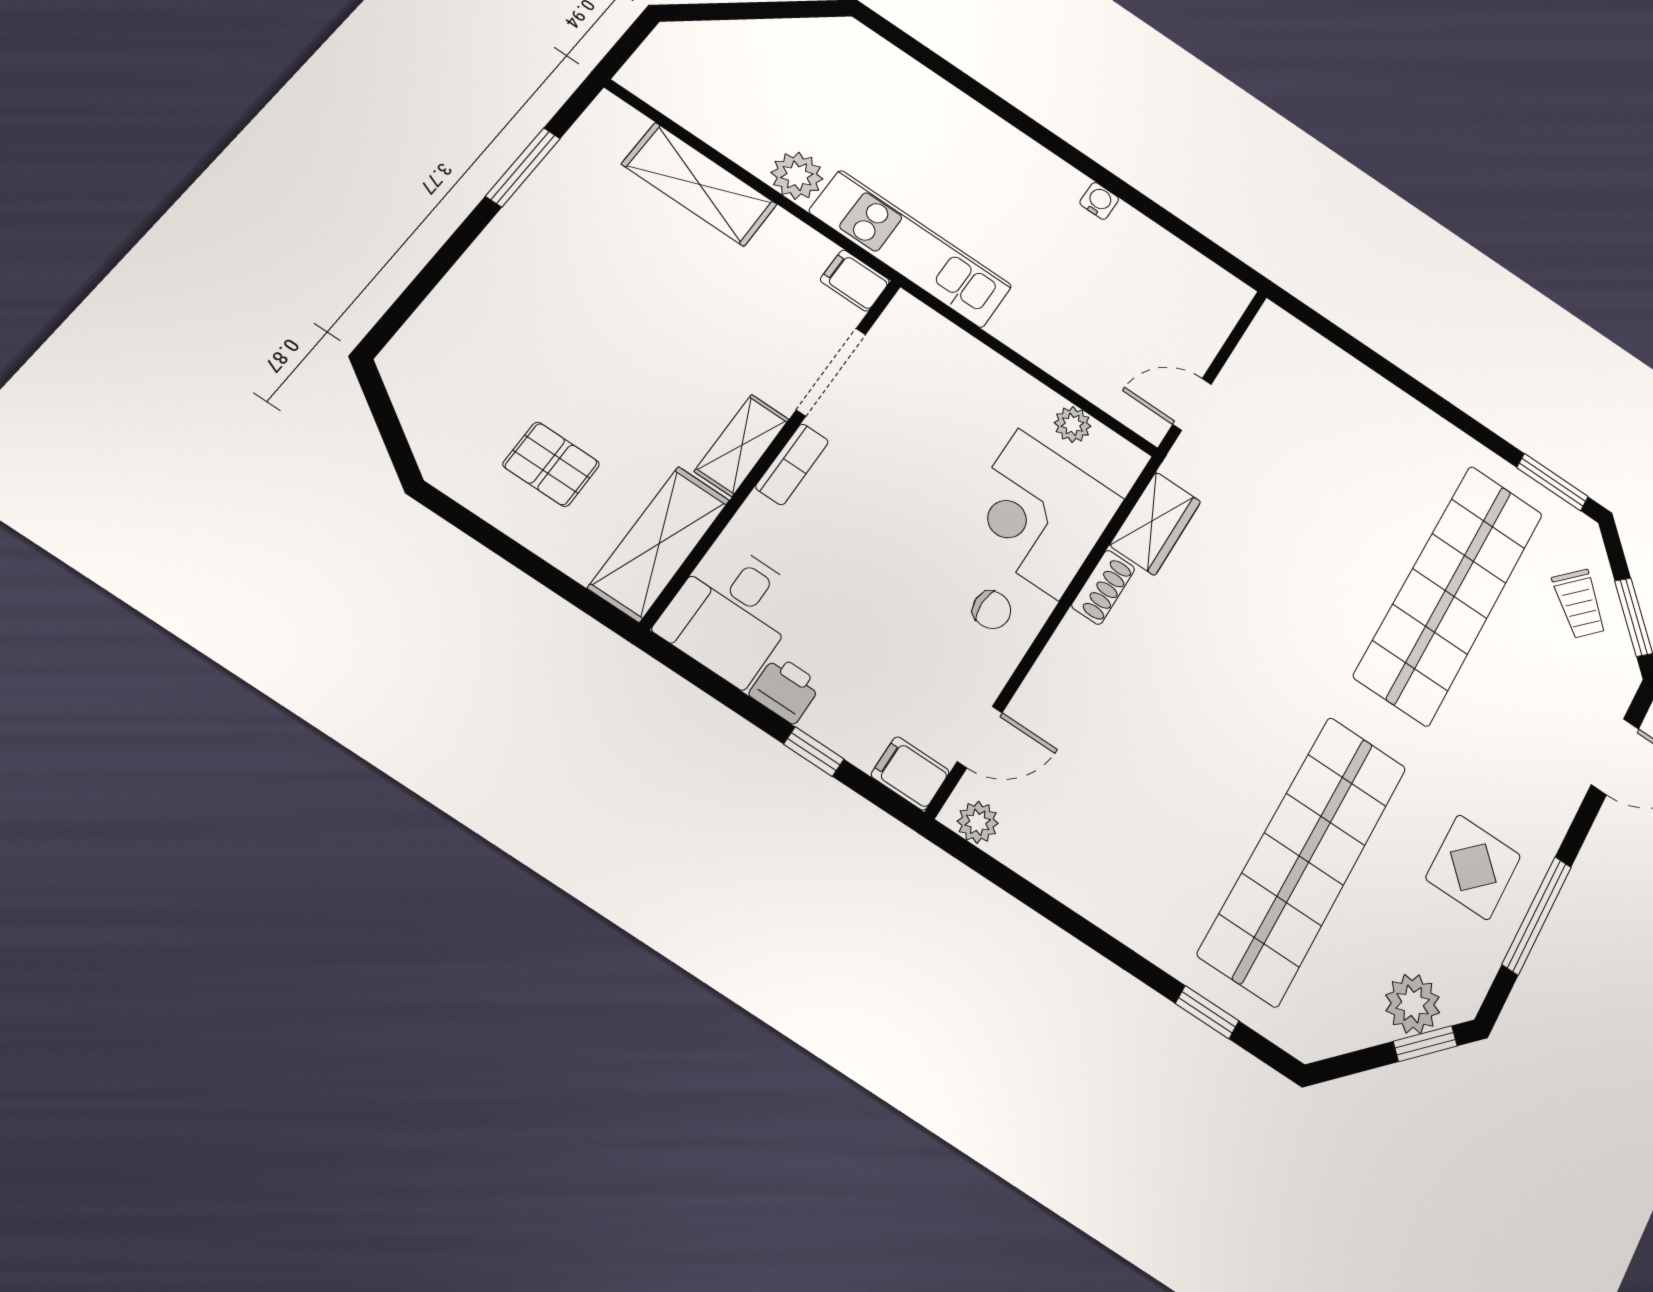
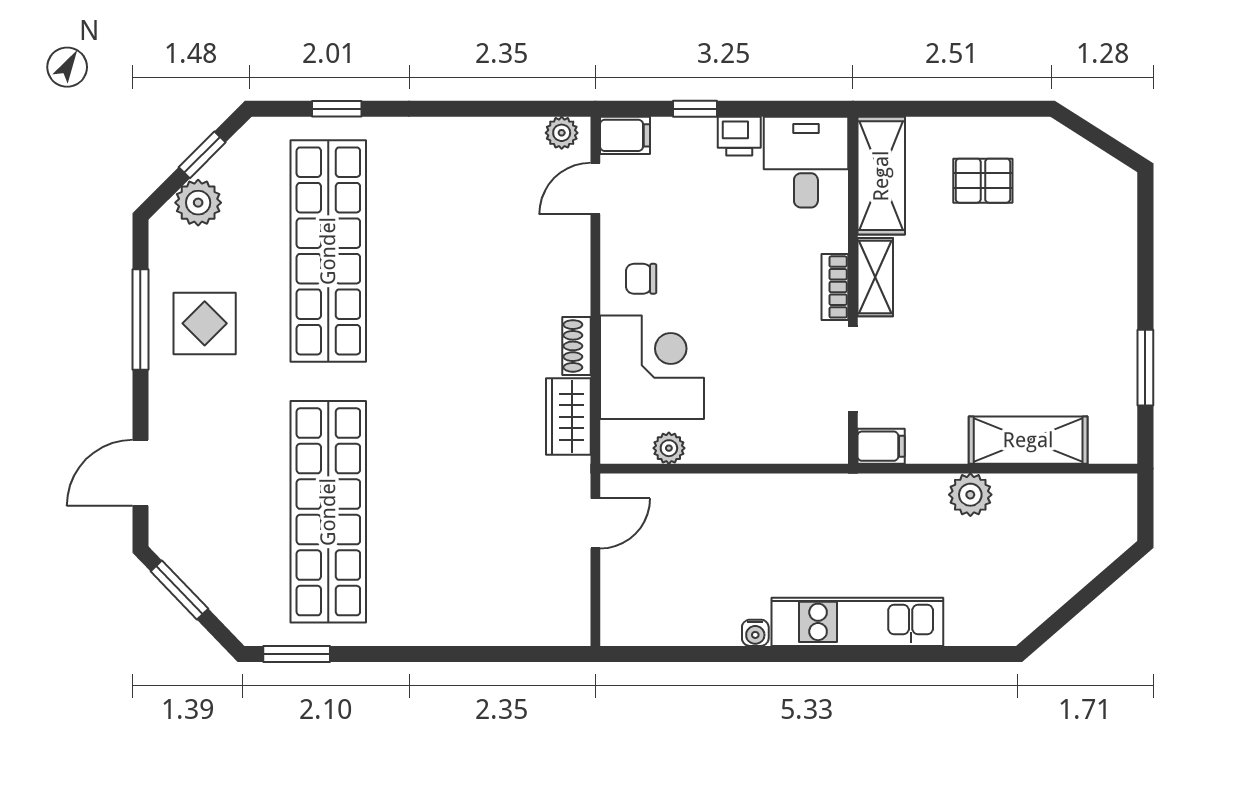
kitchen unit: (911, 249) -> (857, 622), moved, turned 180
trolley: (1579, 604) -> (227, 572), removed
window: (1425, 1044) -> (202, 155), moved

